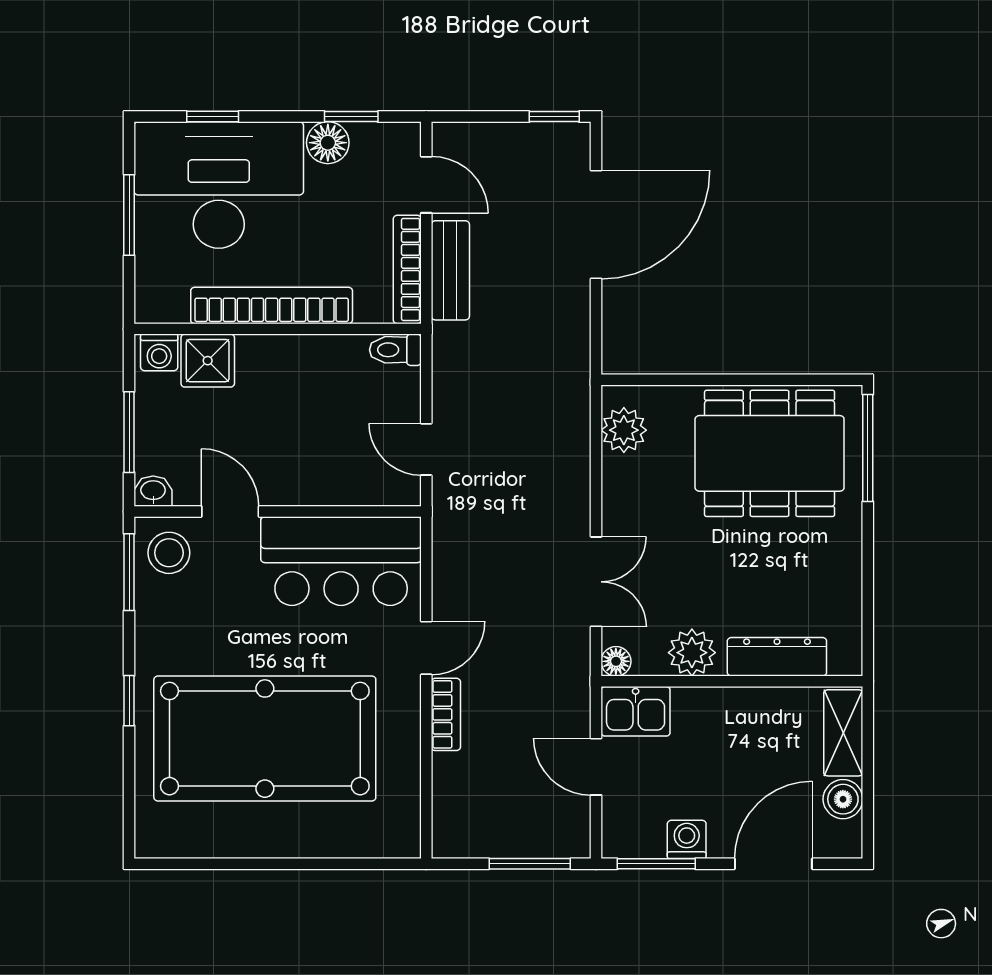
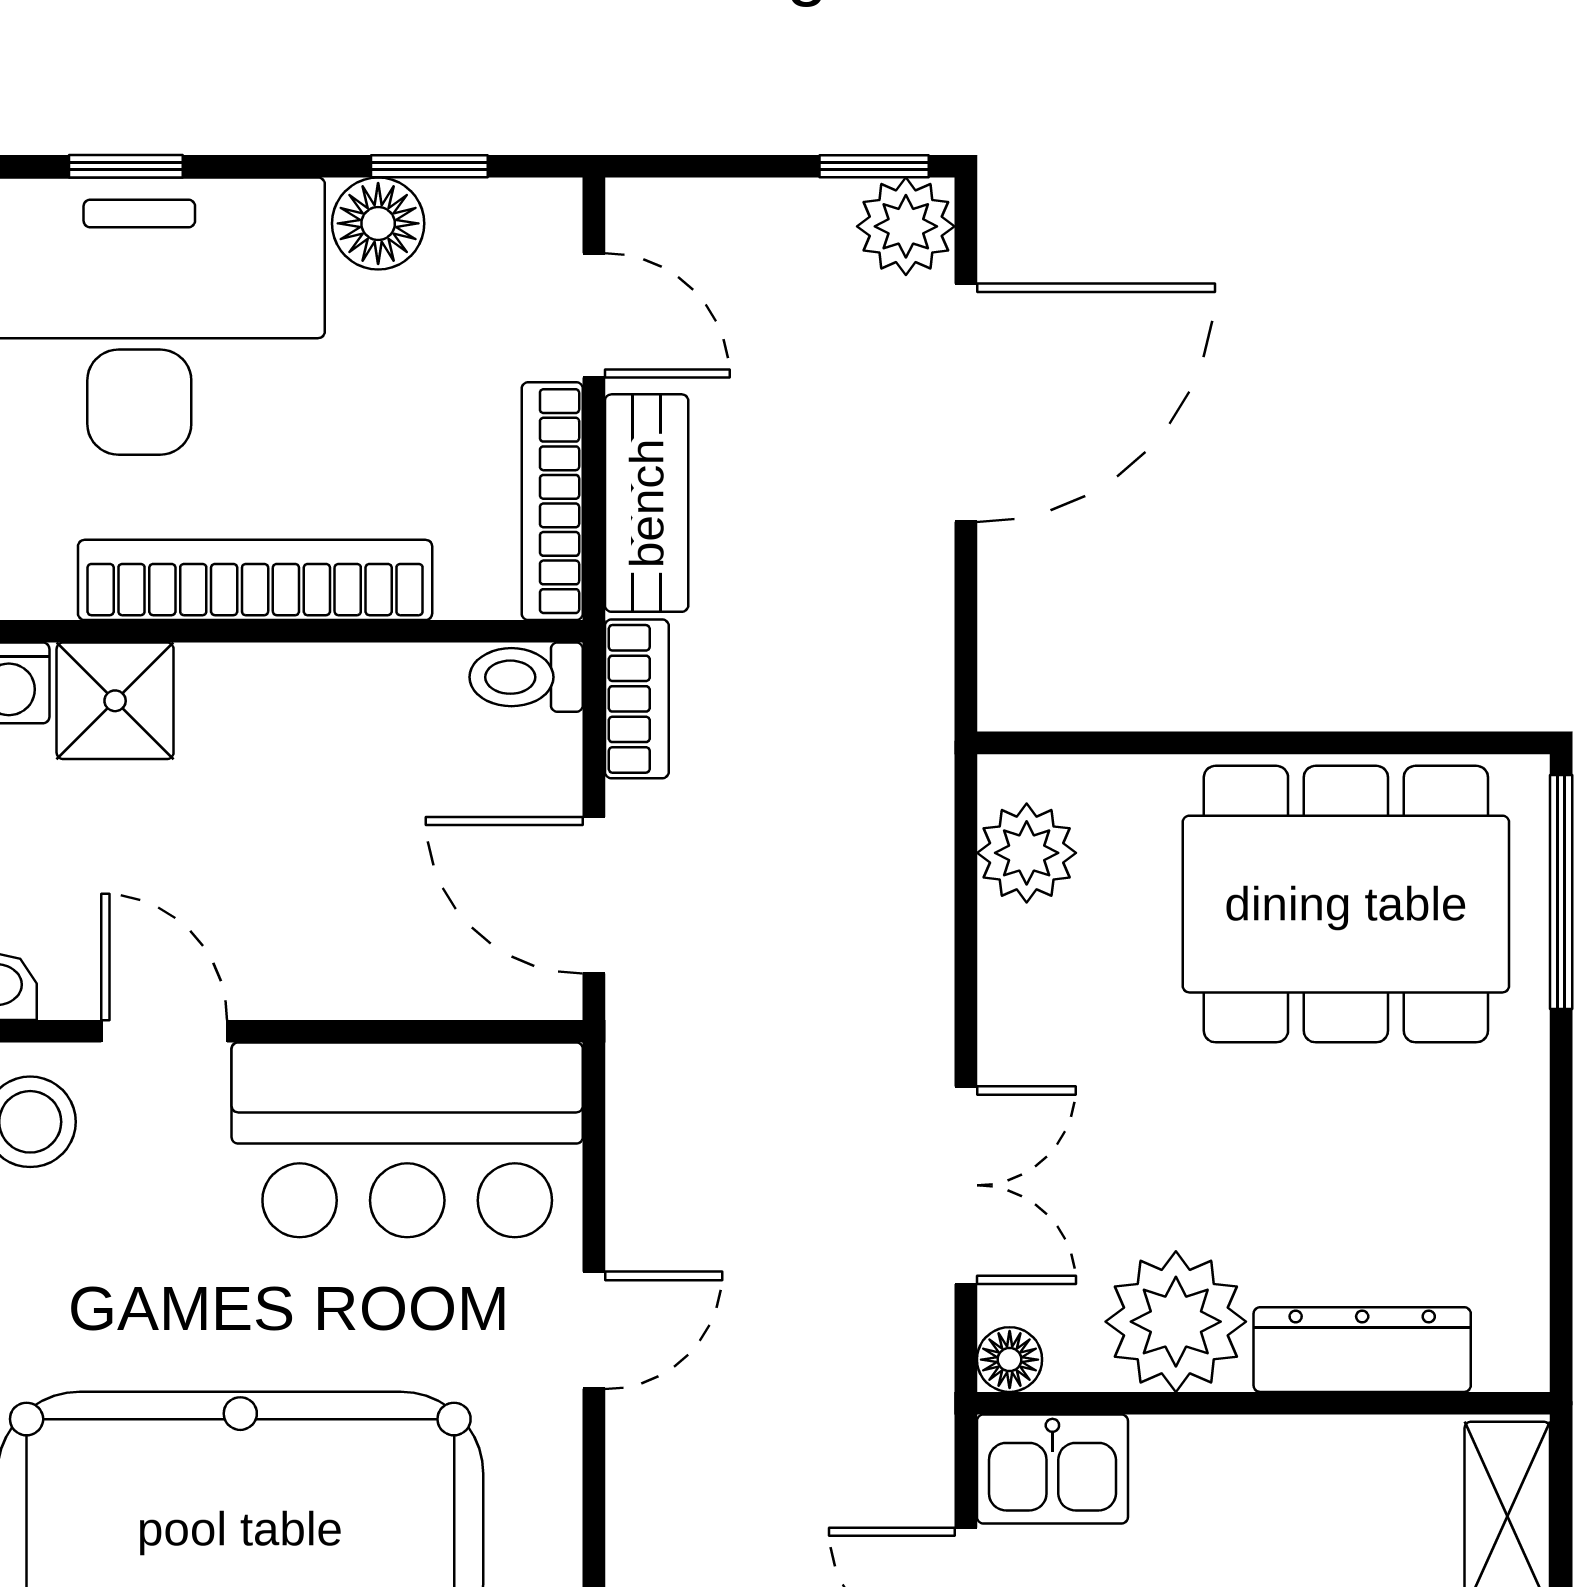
plant: (569, 144) -> (906, 226), added
door: (426, 449) -> (594, 895), width x1.38
plant: (692, 653) -> (1176, 1322), width x1.36, depth x1.36
bookcase: (446, 714) -> (637, 699), moved

